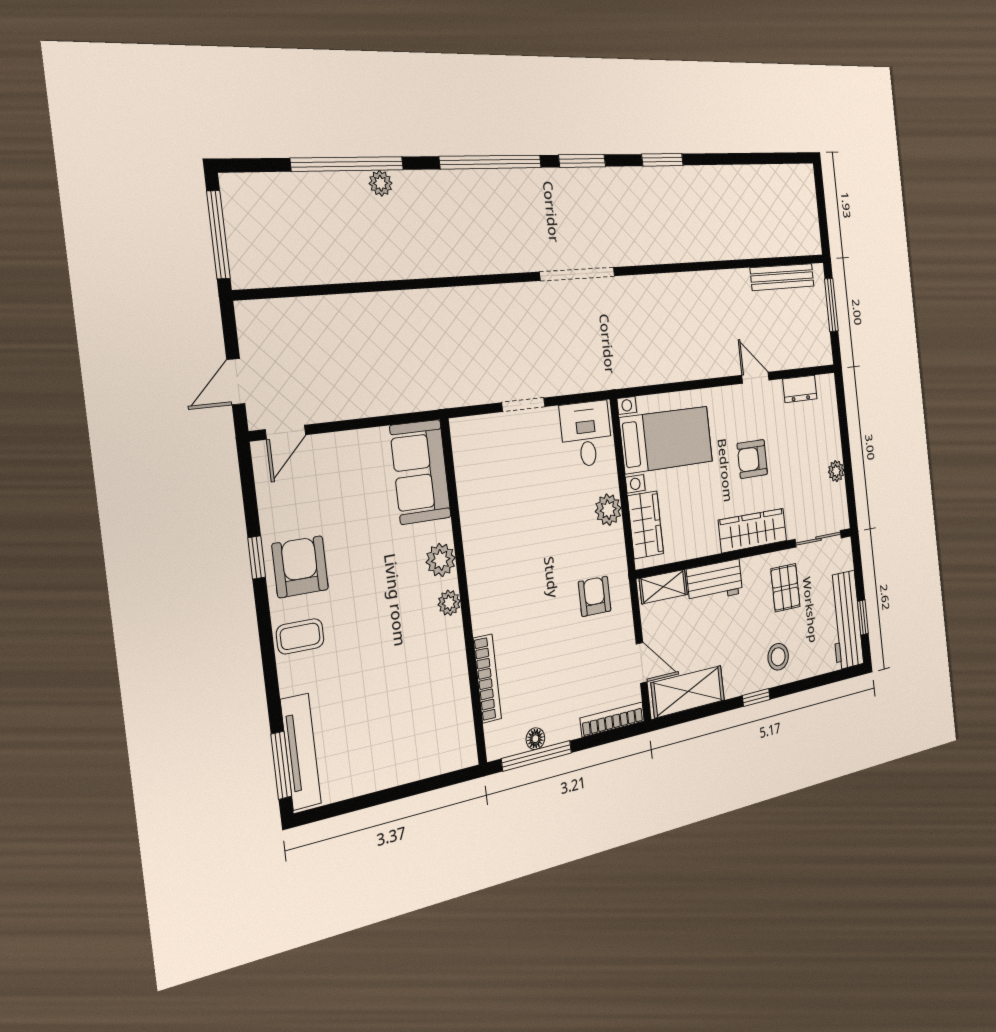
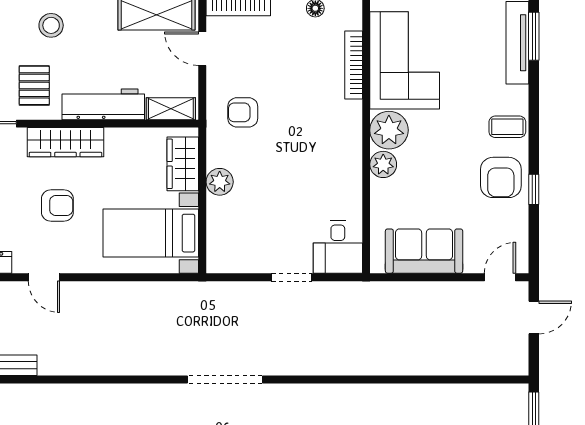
desk: (586, 434) -> (338, 247), moved
sofa: (420, 472) -> (424, 251), moved, turned -90
workbench: (715, 581) -> (103, 104), width x1.37
armchair: (595, 596) -> (243, 112), turned 90
plant: (449, 603) -> (389, 130), width x1.88, depth x1.88
corner sofa: (432, 697) -> (405, 60), added

